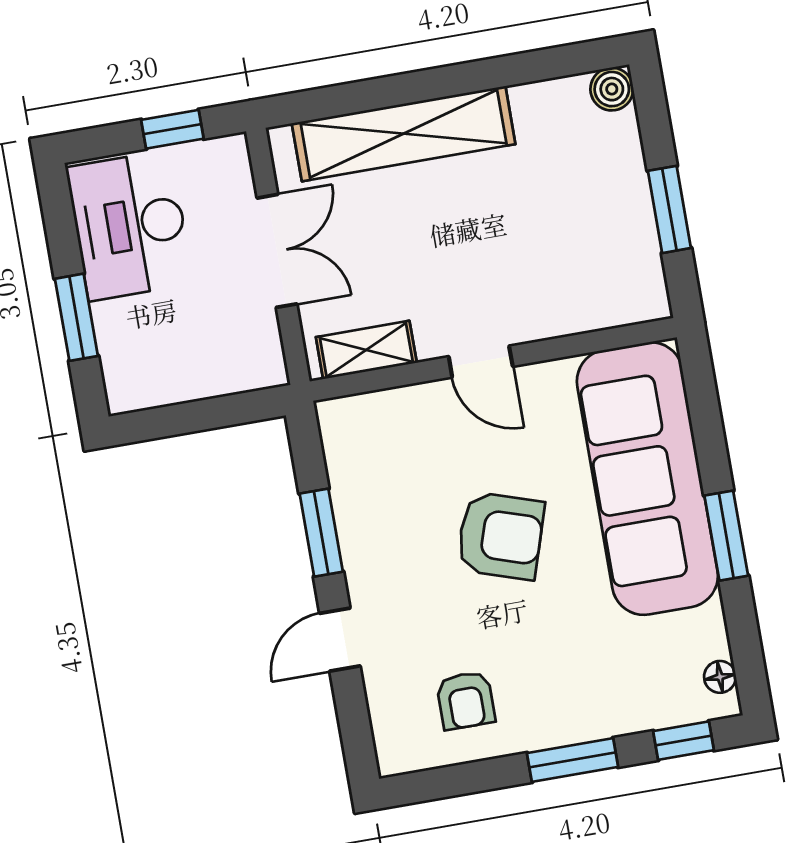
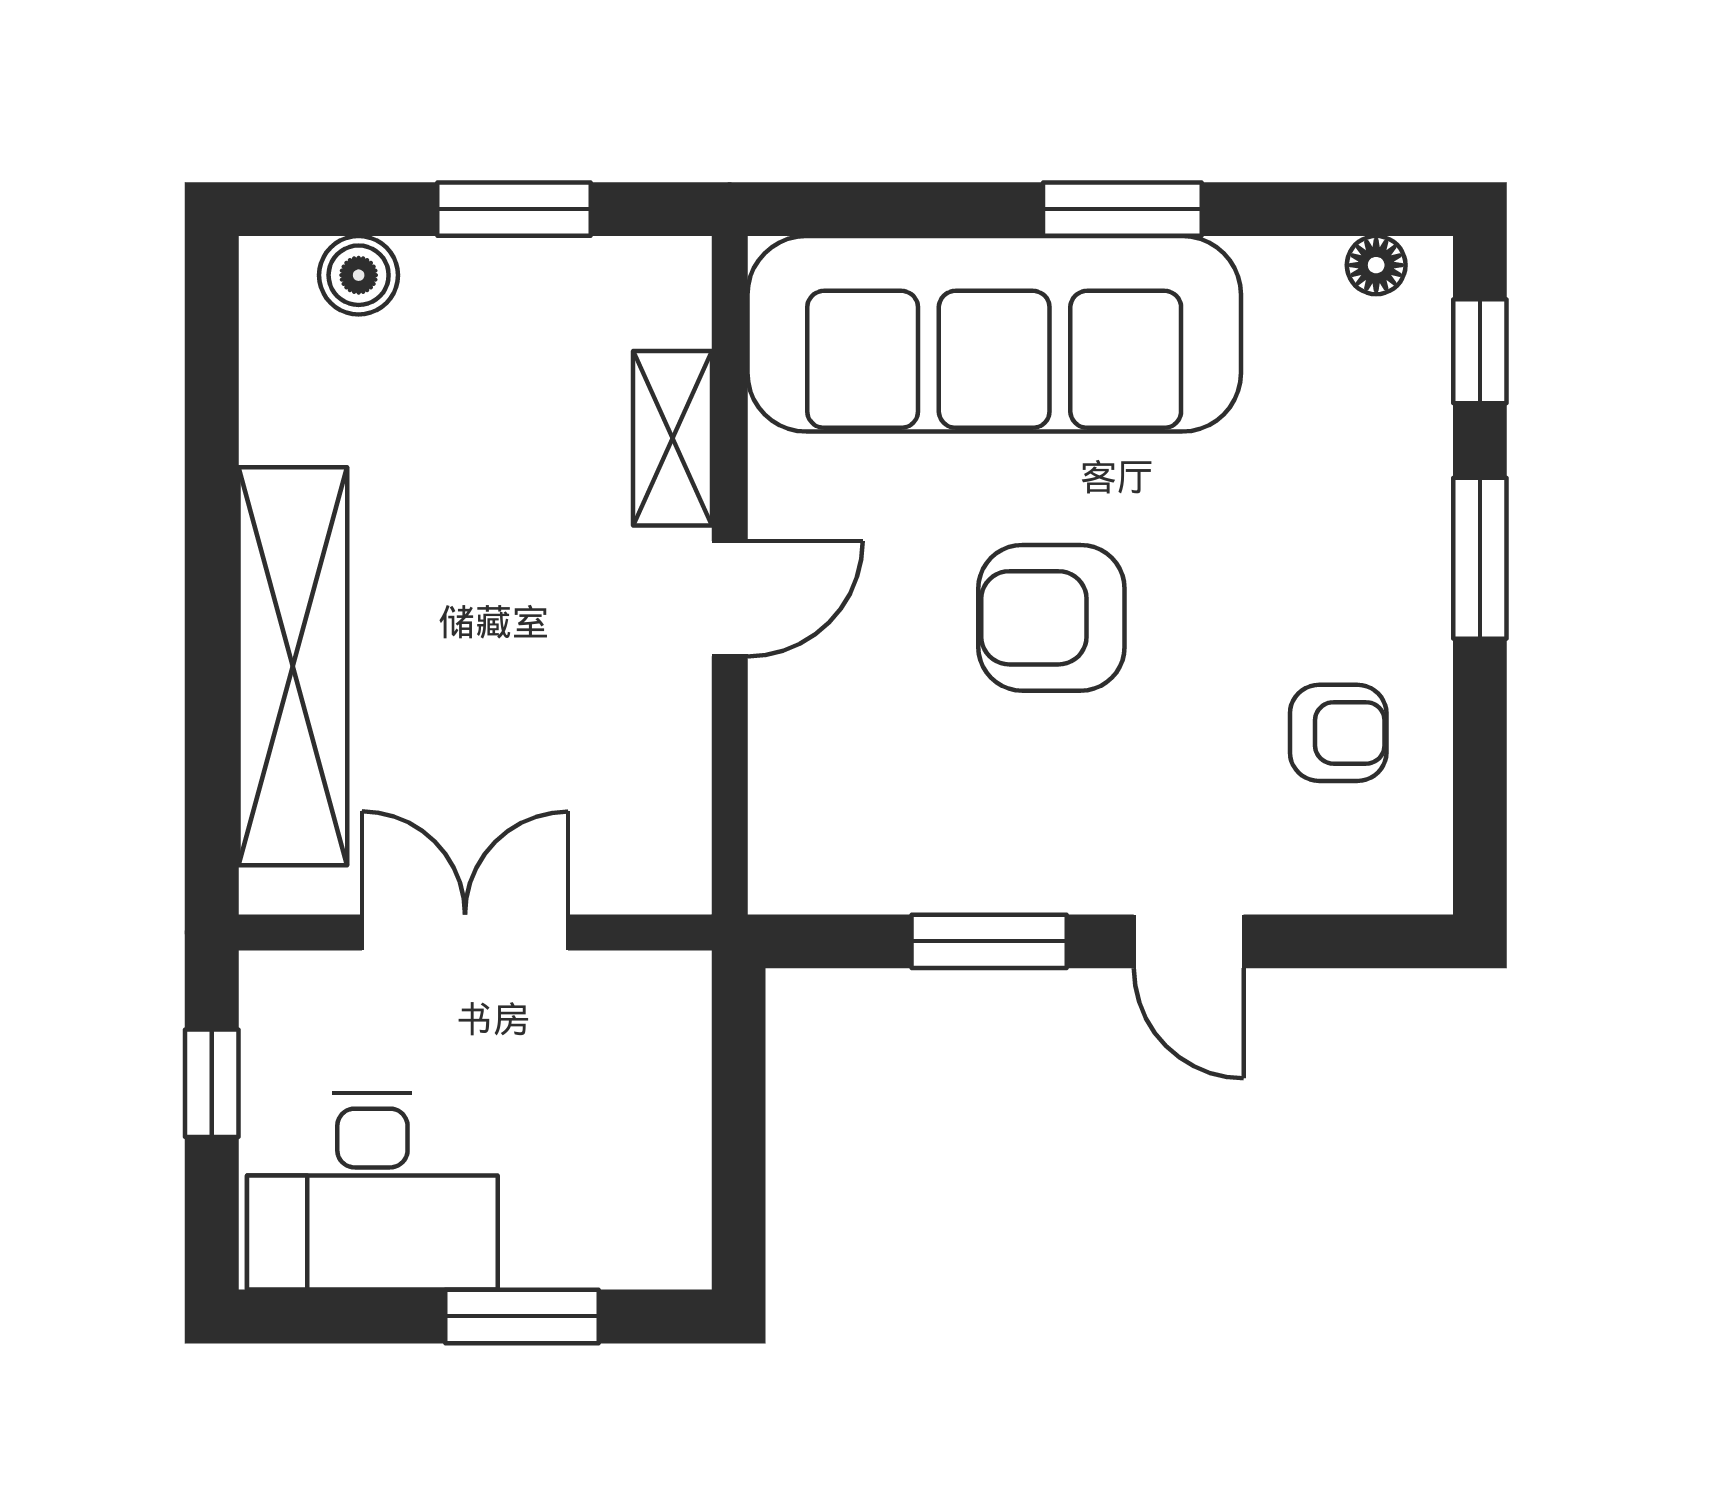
boiler: (612, 89) -> (359, 275), moved
shelving: (366, 350) -> (672, 438), moved
armchair: (501, 536) -> (1051, 618), turned -108

